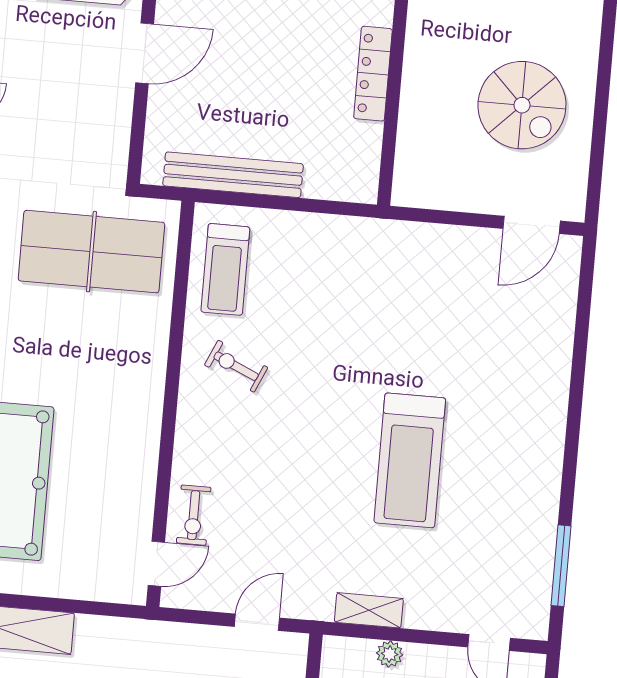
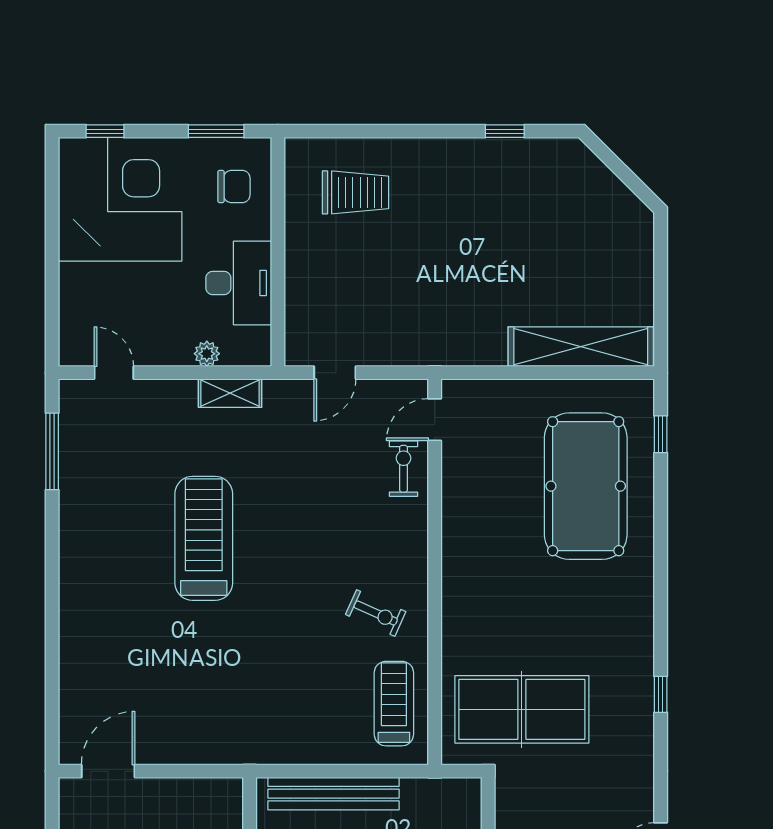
bench: (233, 175) -> (334, 794), moved

